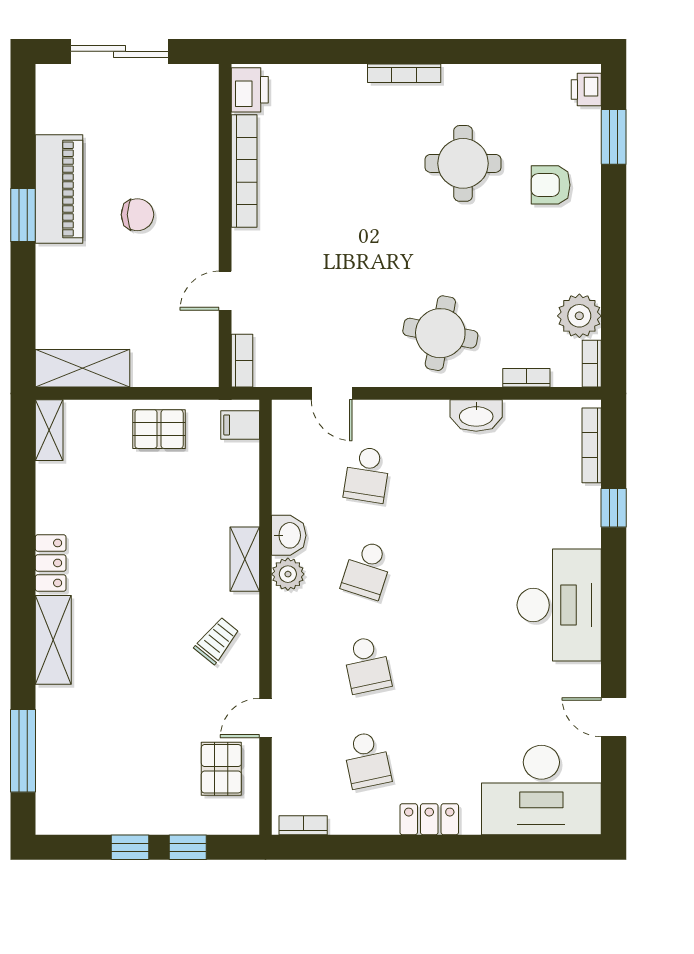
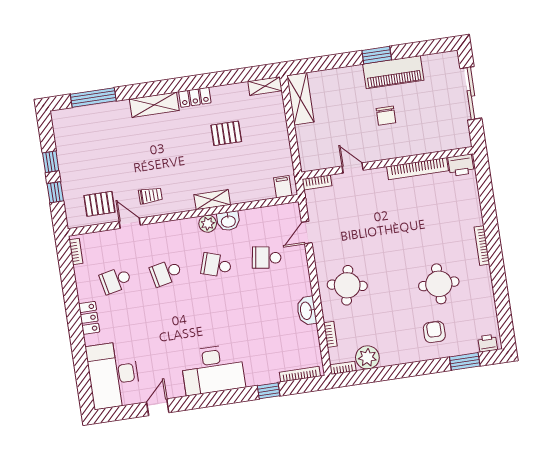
pallet: (159, 429) -> (226, 133), moved, turned 90
trolley: (217, 641) -> (150, 196), moved, turned -39

